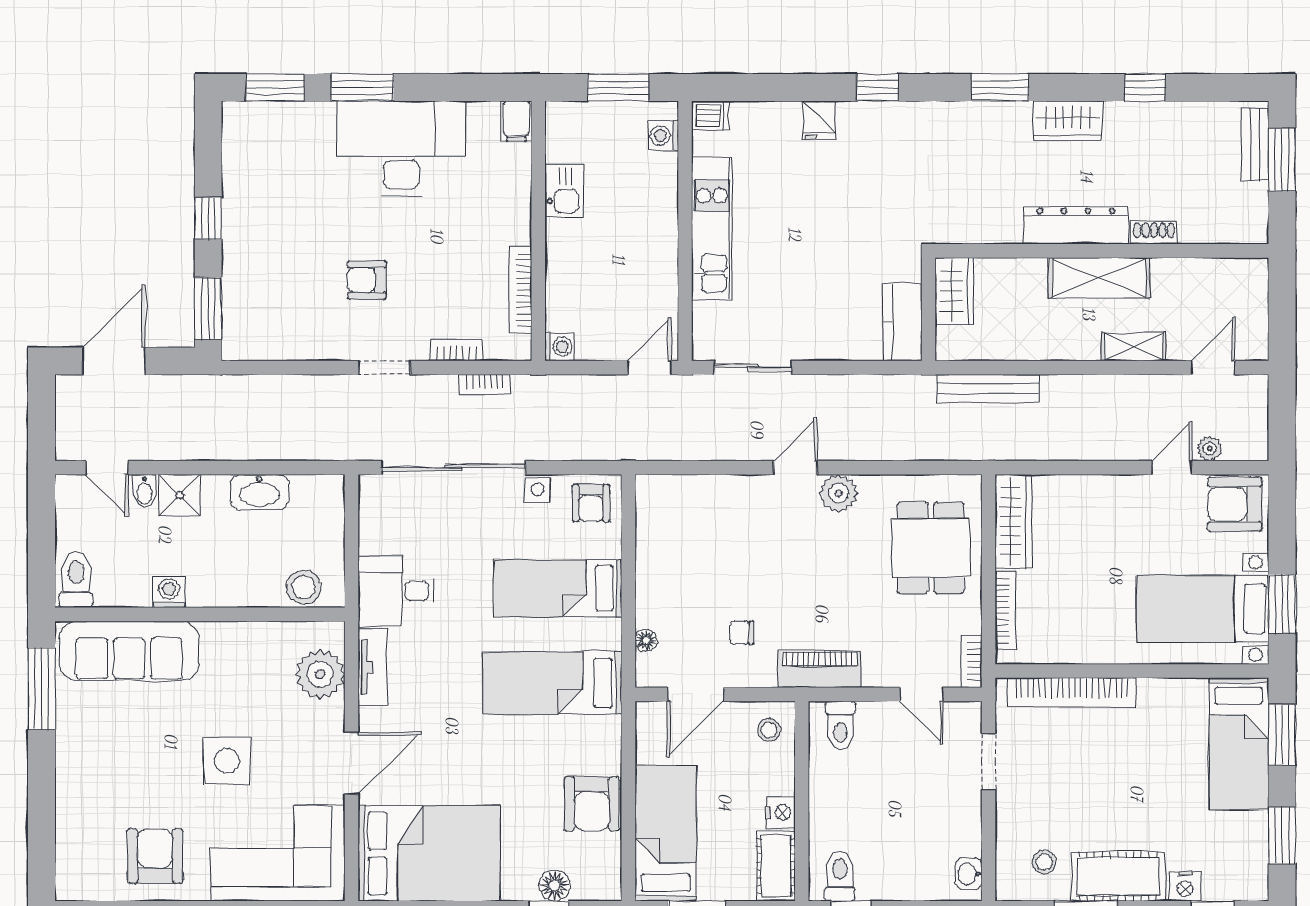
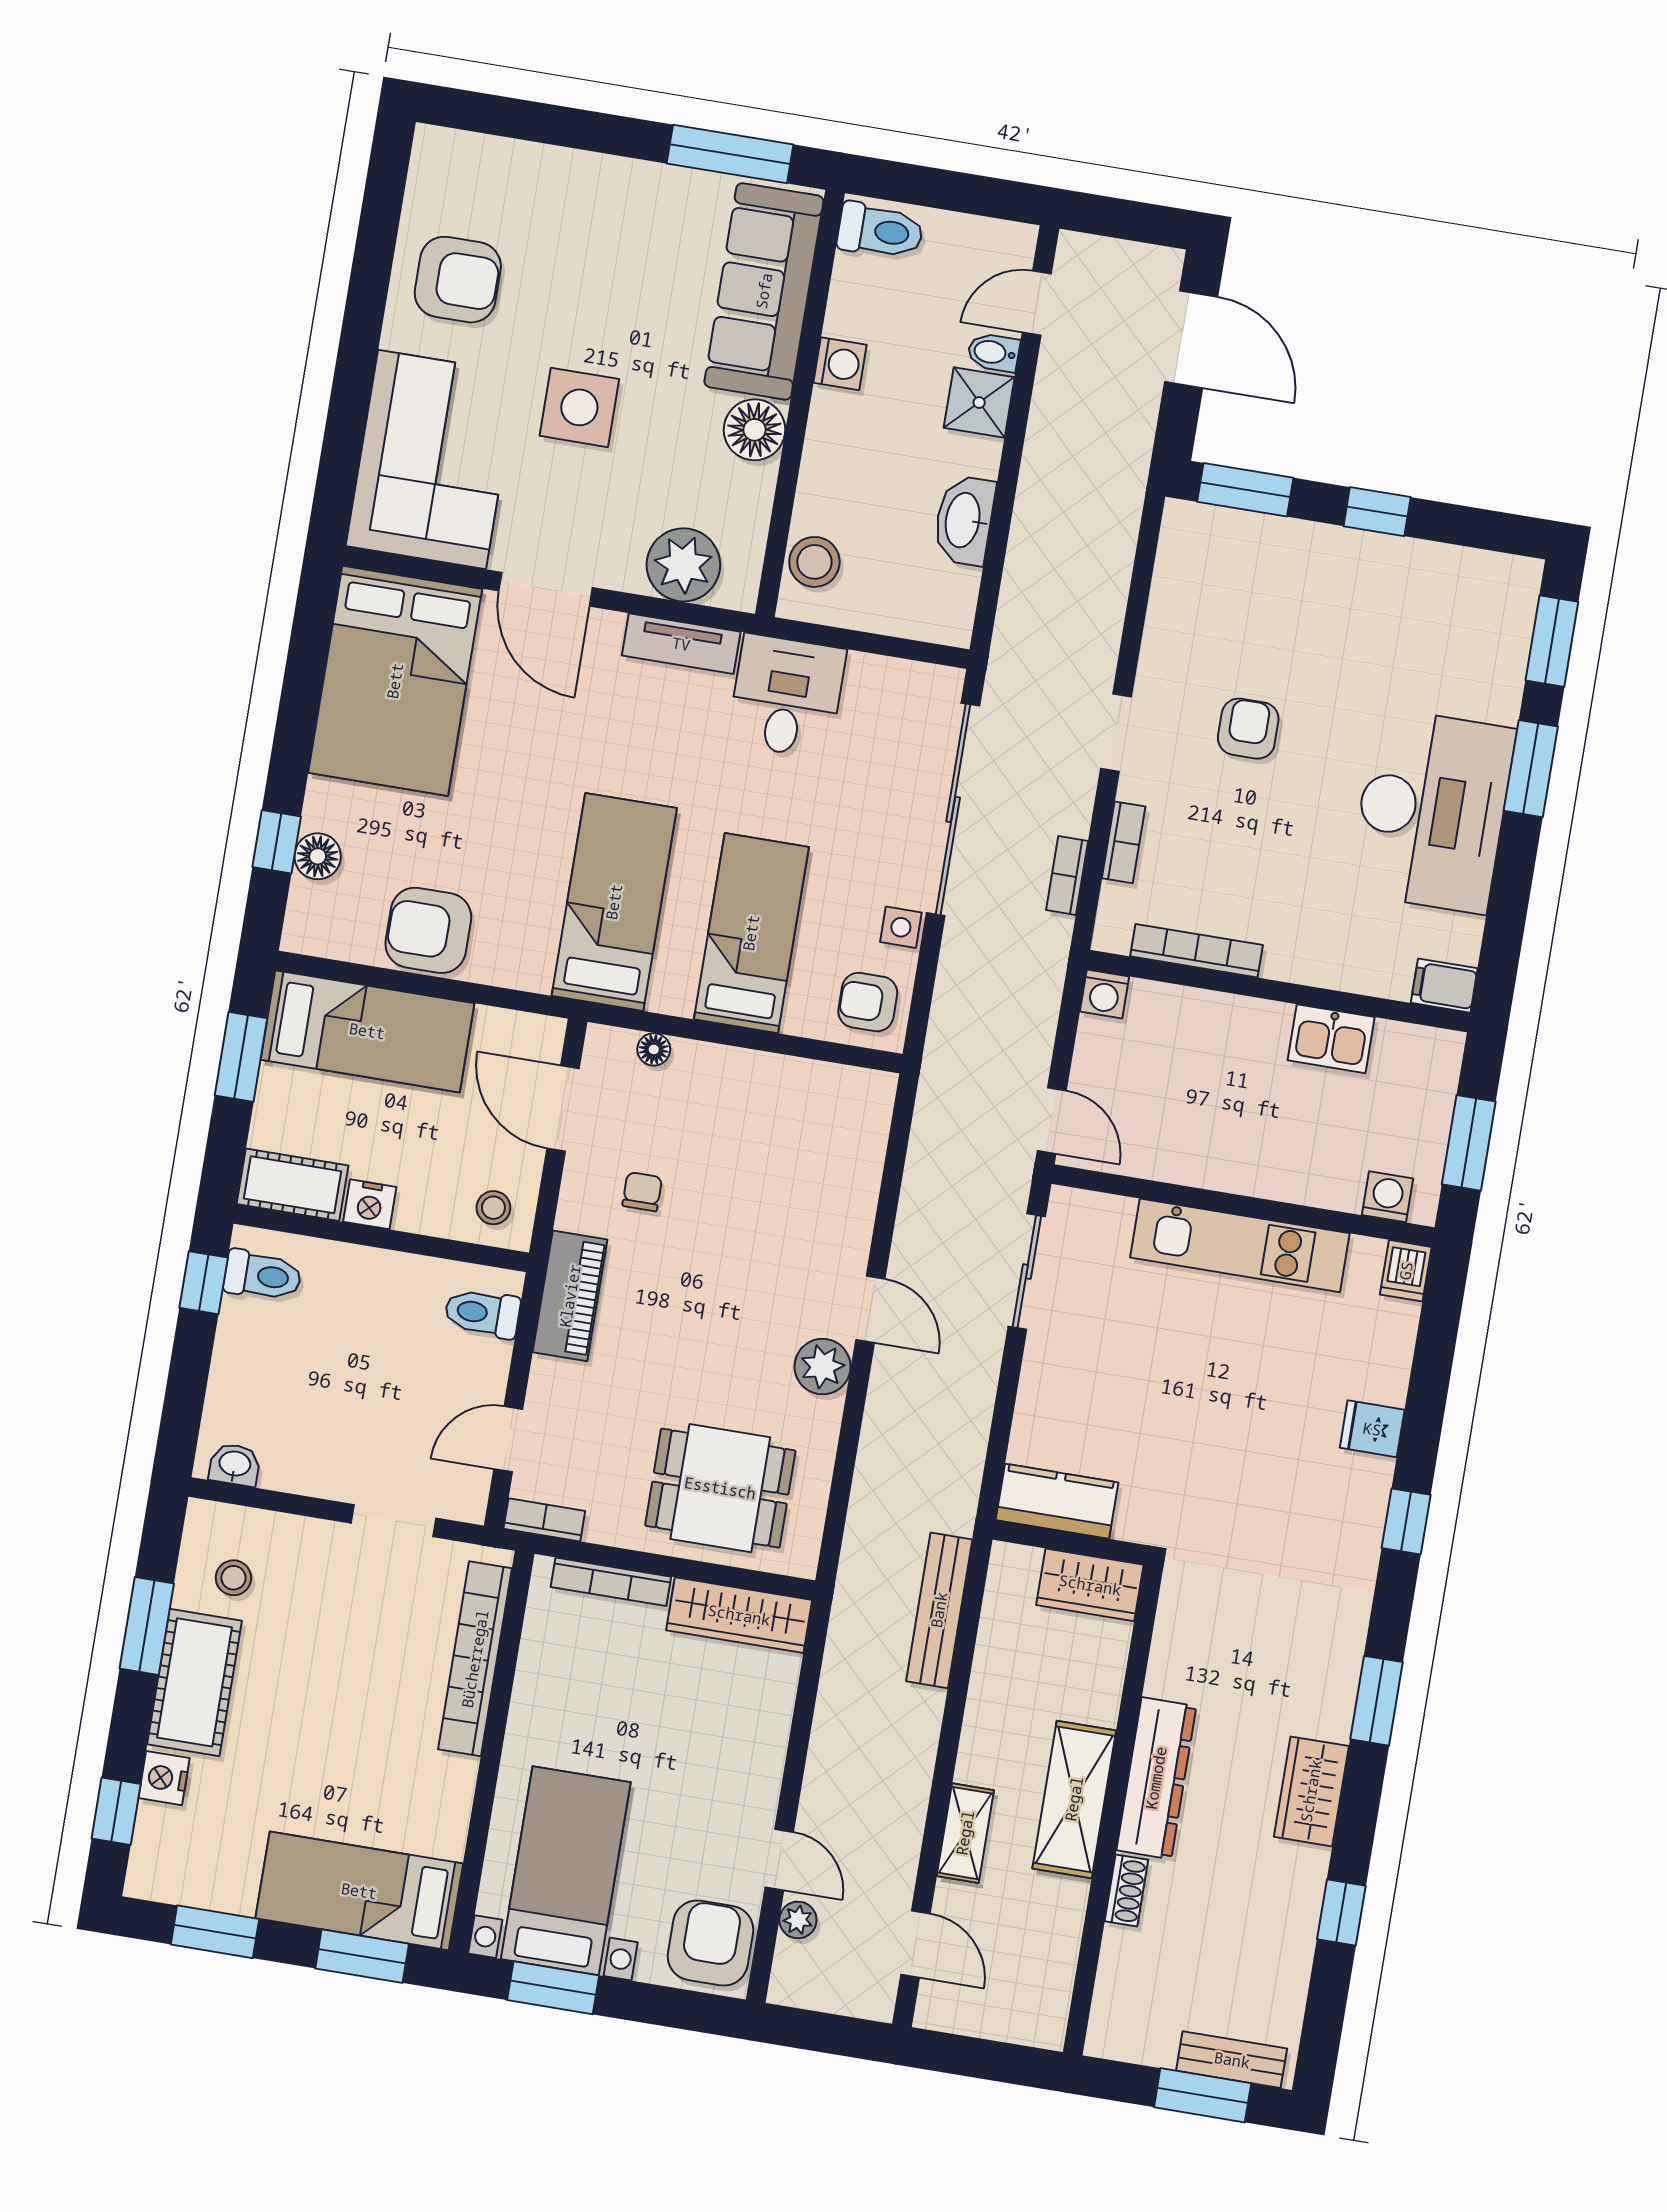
floor lamp: (222, 642) -> (755, 430), added

